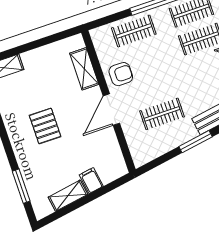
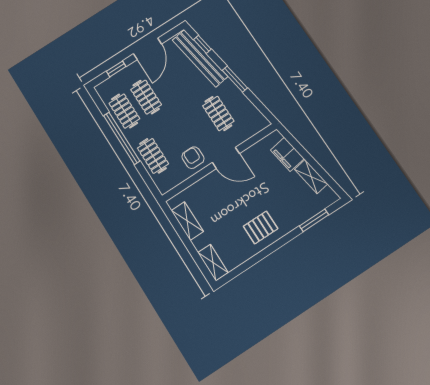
shelving: (84, 69) -> (187, 221), moved, turned 90
pallet: (45, 126) -> (261, 227), moved
filing cabinet: (91, 181) -> (287, 154), width x2.00

